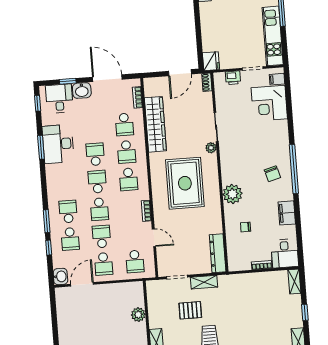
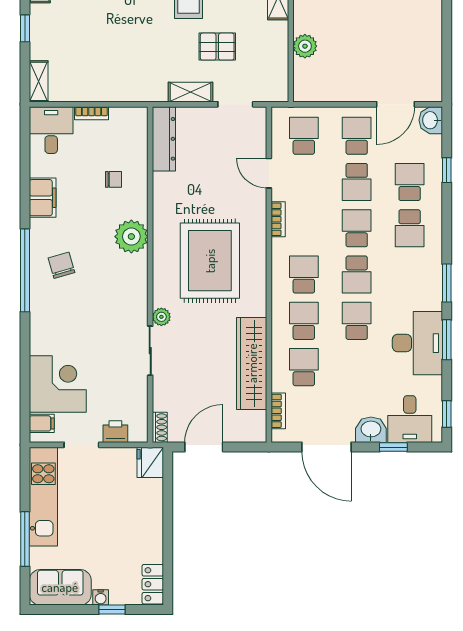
school desk: (95, 154) -> (357, 321), turned 180
window: (47, 221) -> (447, 283), moved

